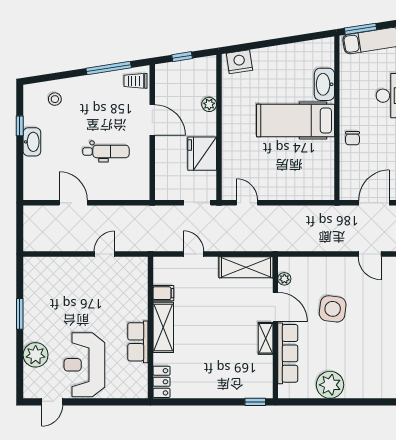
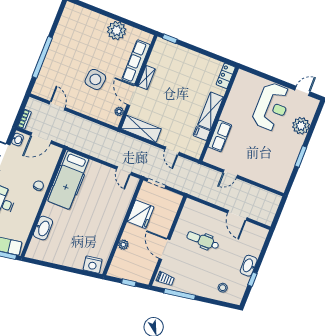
hospital bed: (296, 121) -> (68, 180), moved, turned 90
row of seats: (138, 342) -> (220, 136), moved

